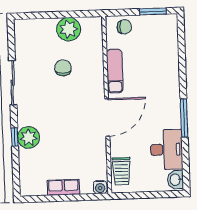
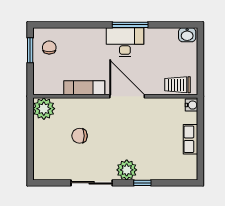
chair: (124, 27) -> (49, 47), moved
plant: (69, 29) -> (44, 109), moved
plant: (29, 137) -> (127, 170), moved
desk: (166, 150) -> (125, 42), moved
trolley: (121, 171) -> (178, 85), turned 180

